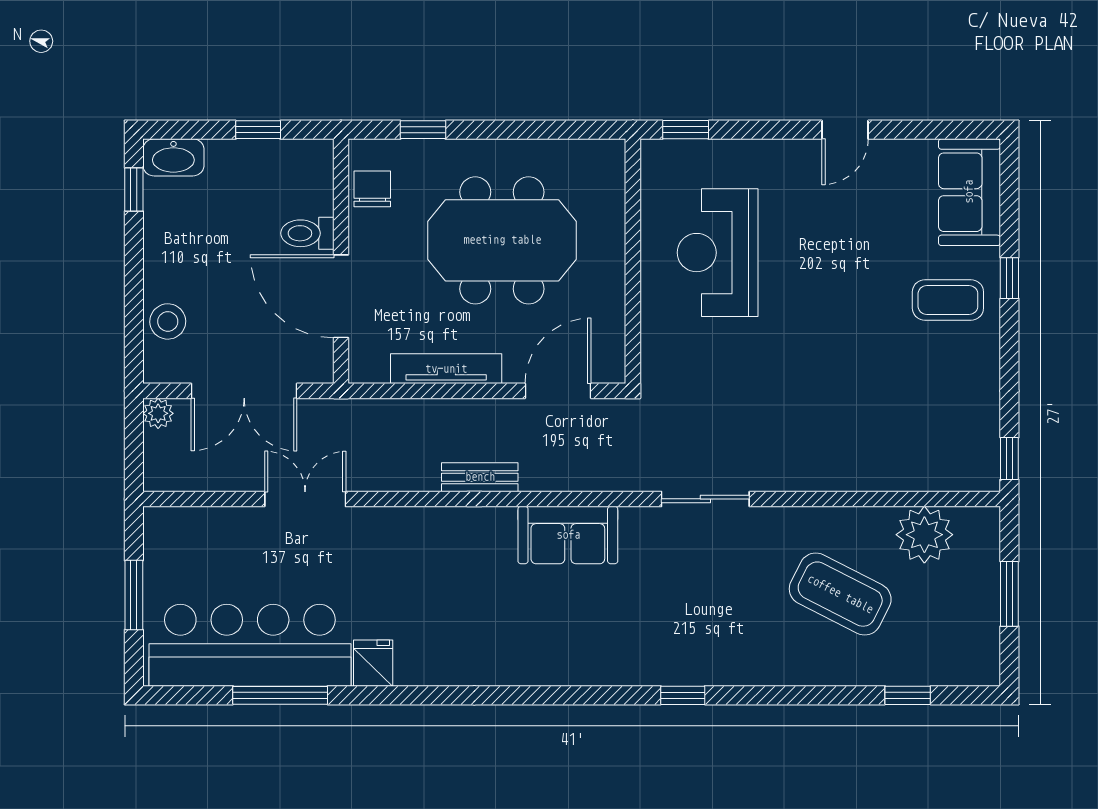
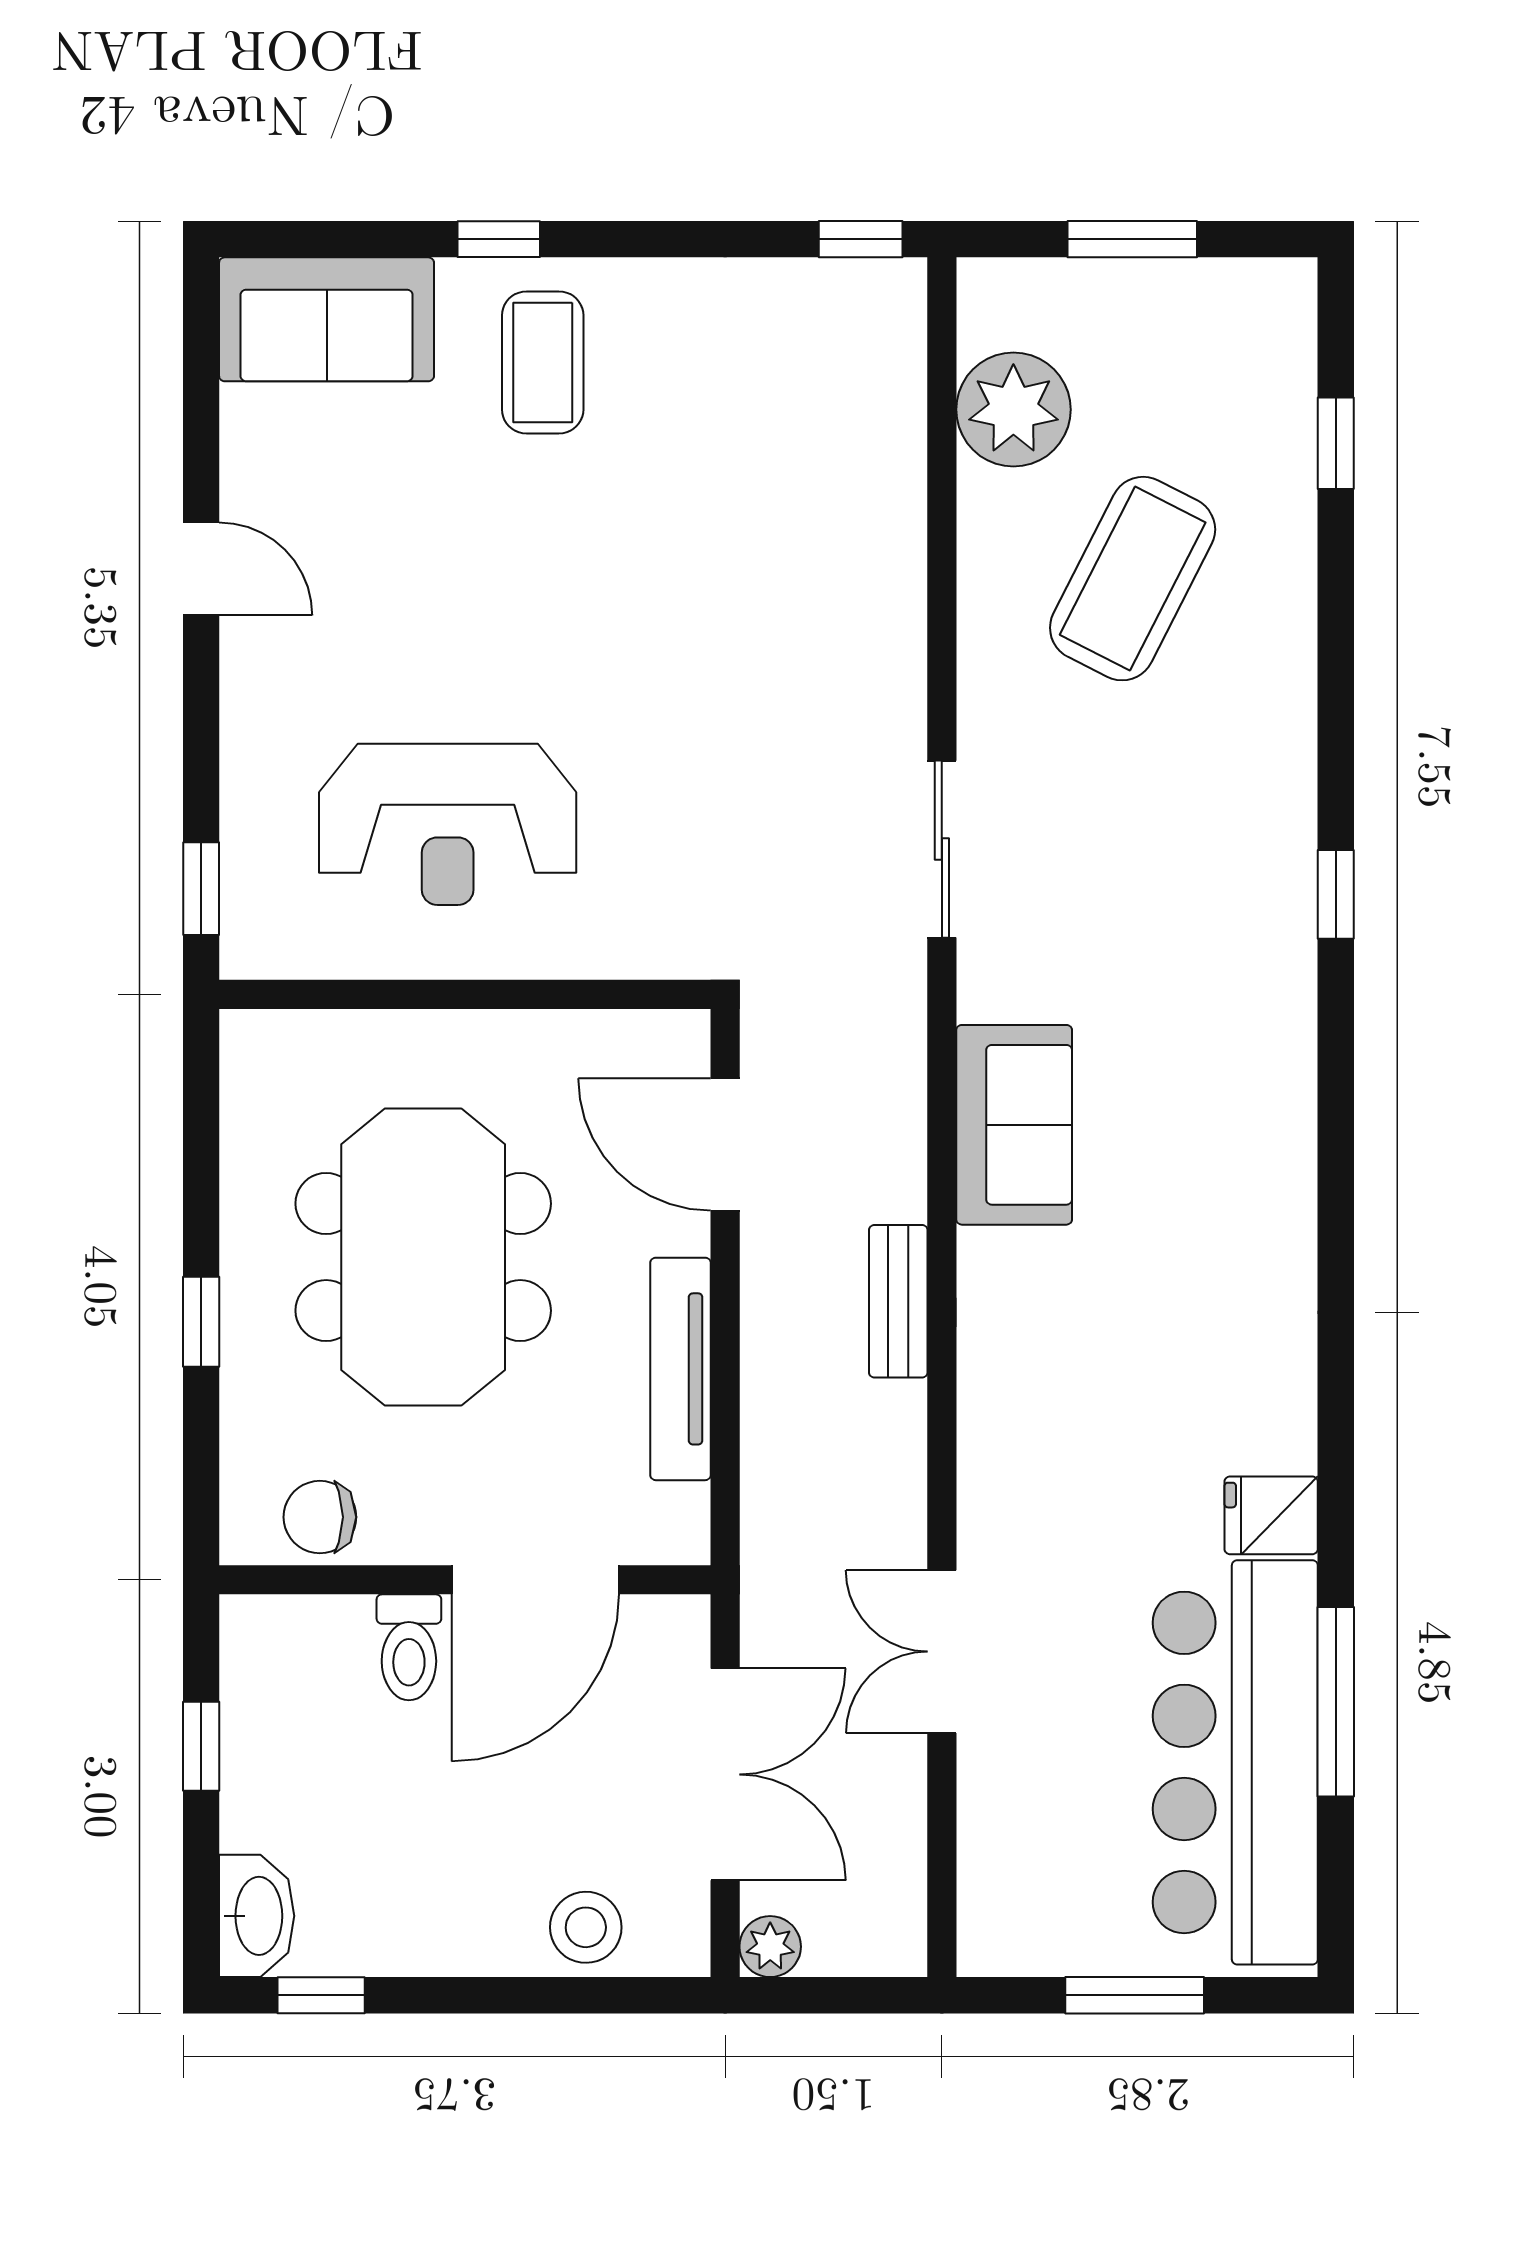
window: (423, 130) -> (201, 1322), moved

